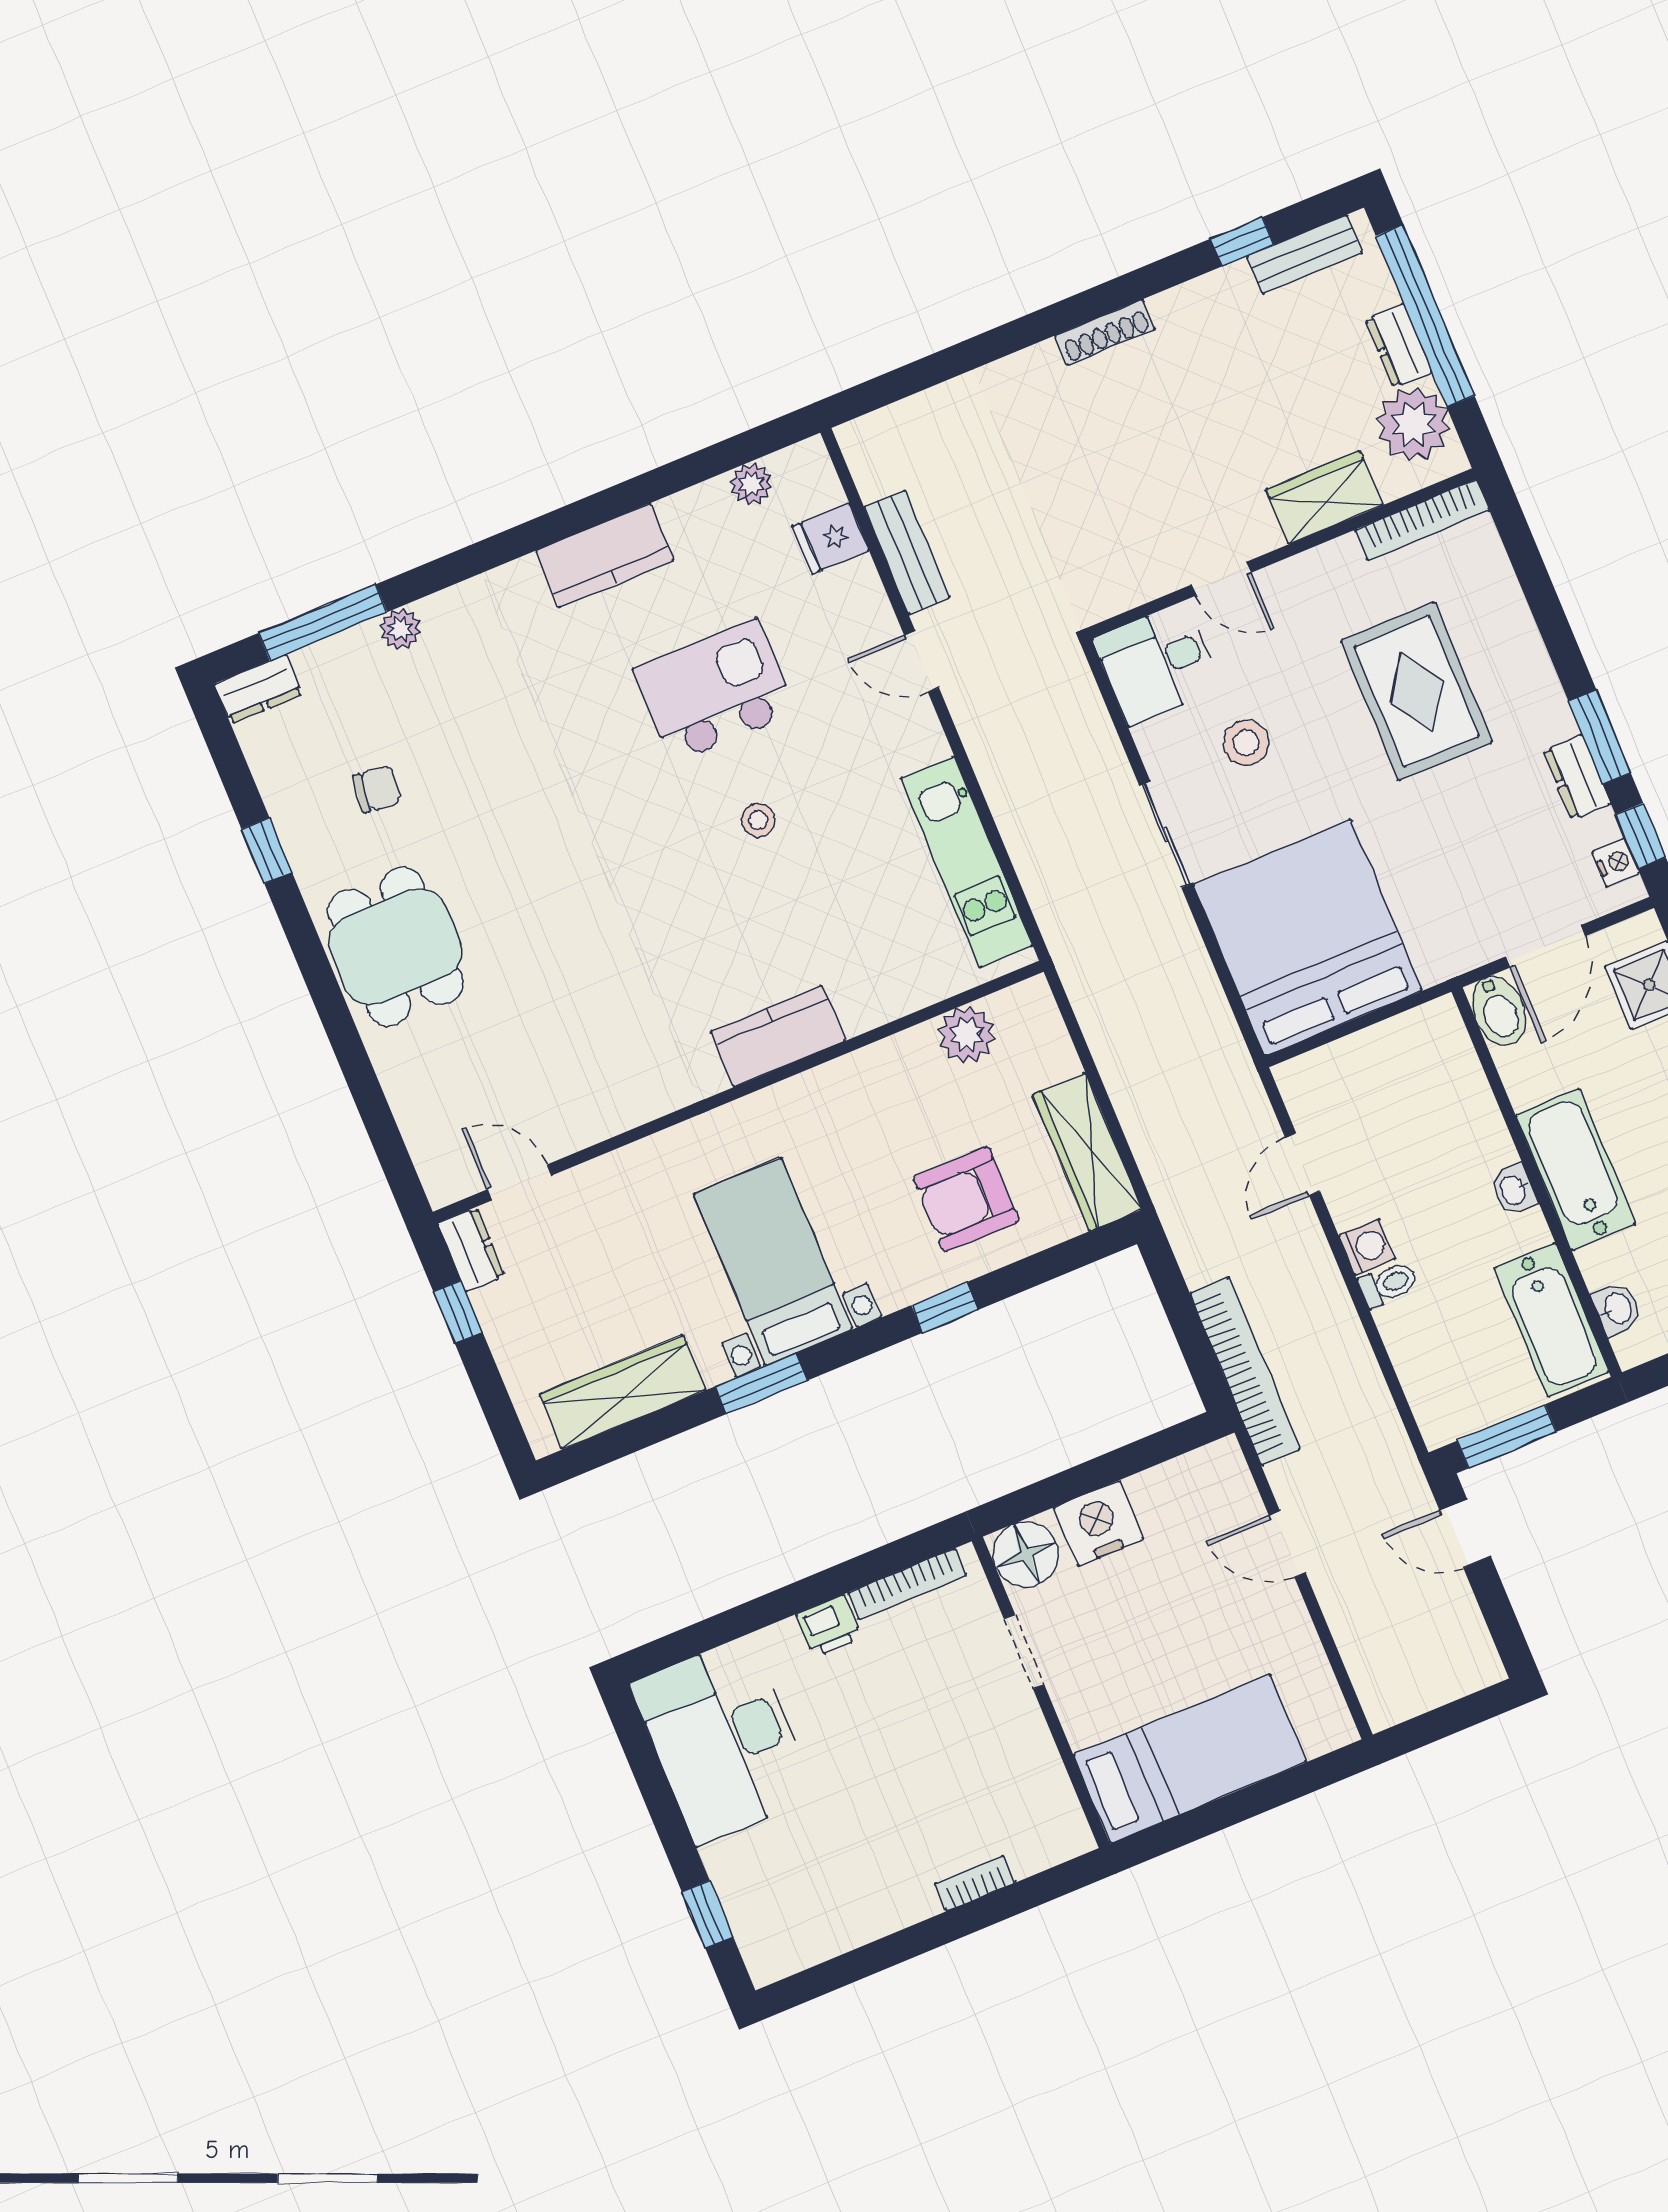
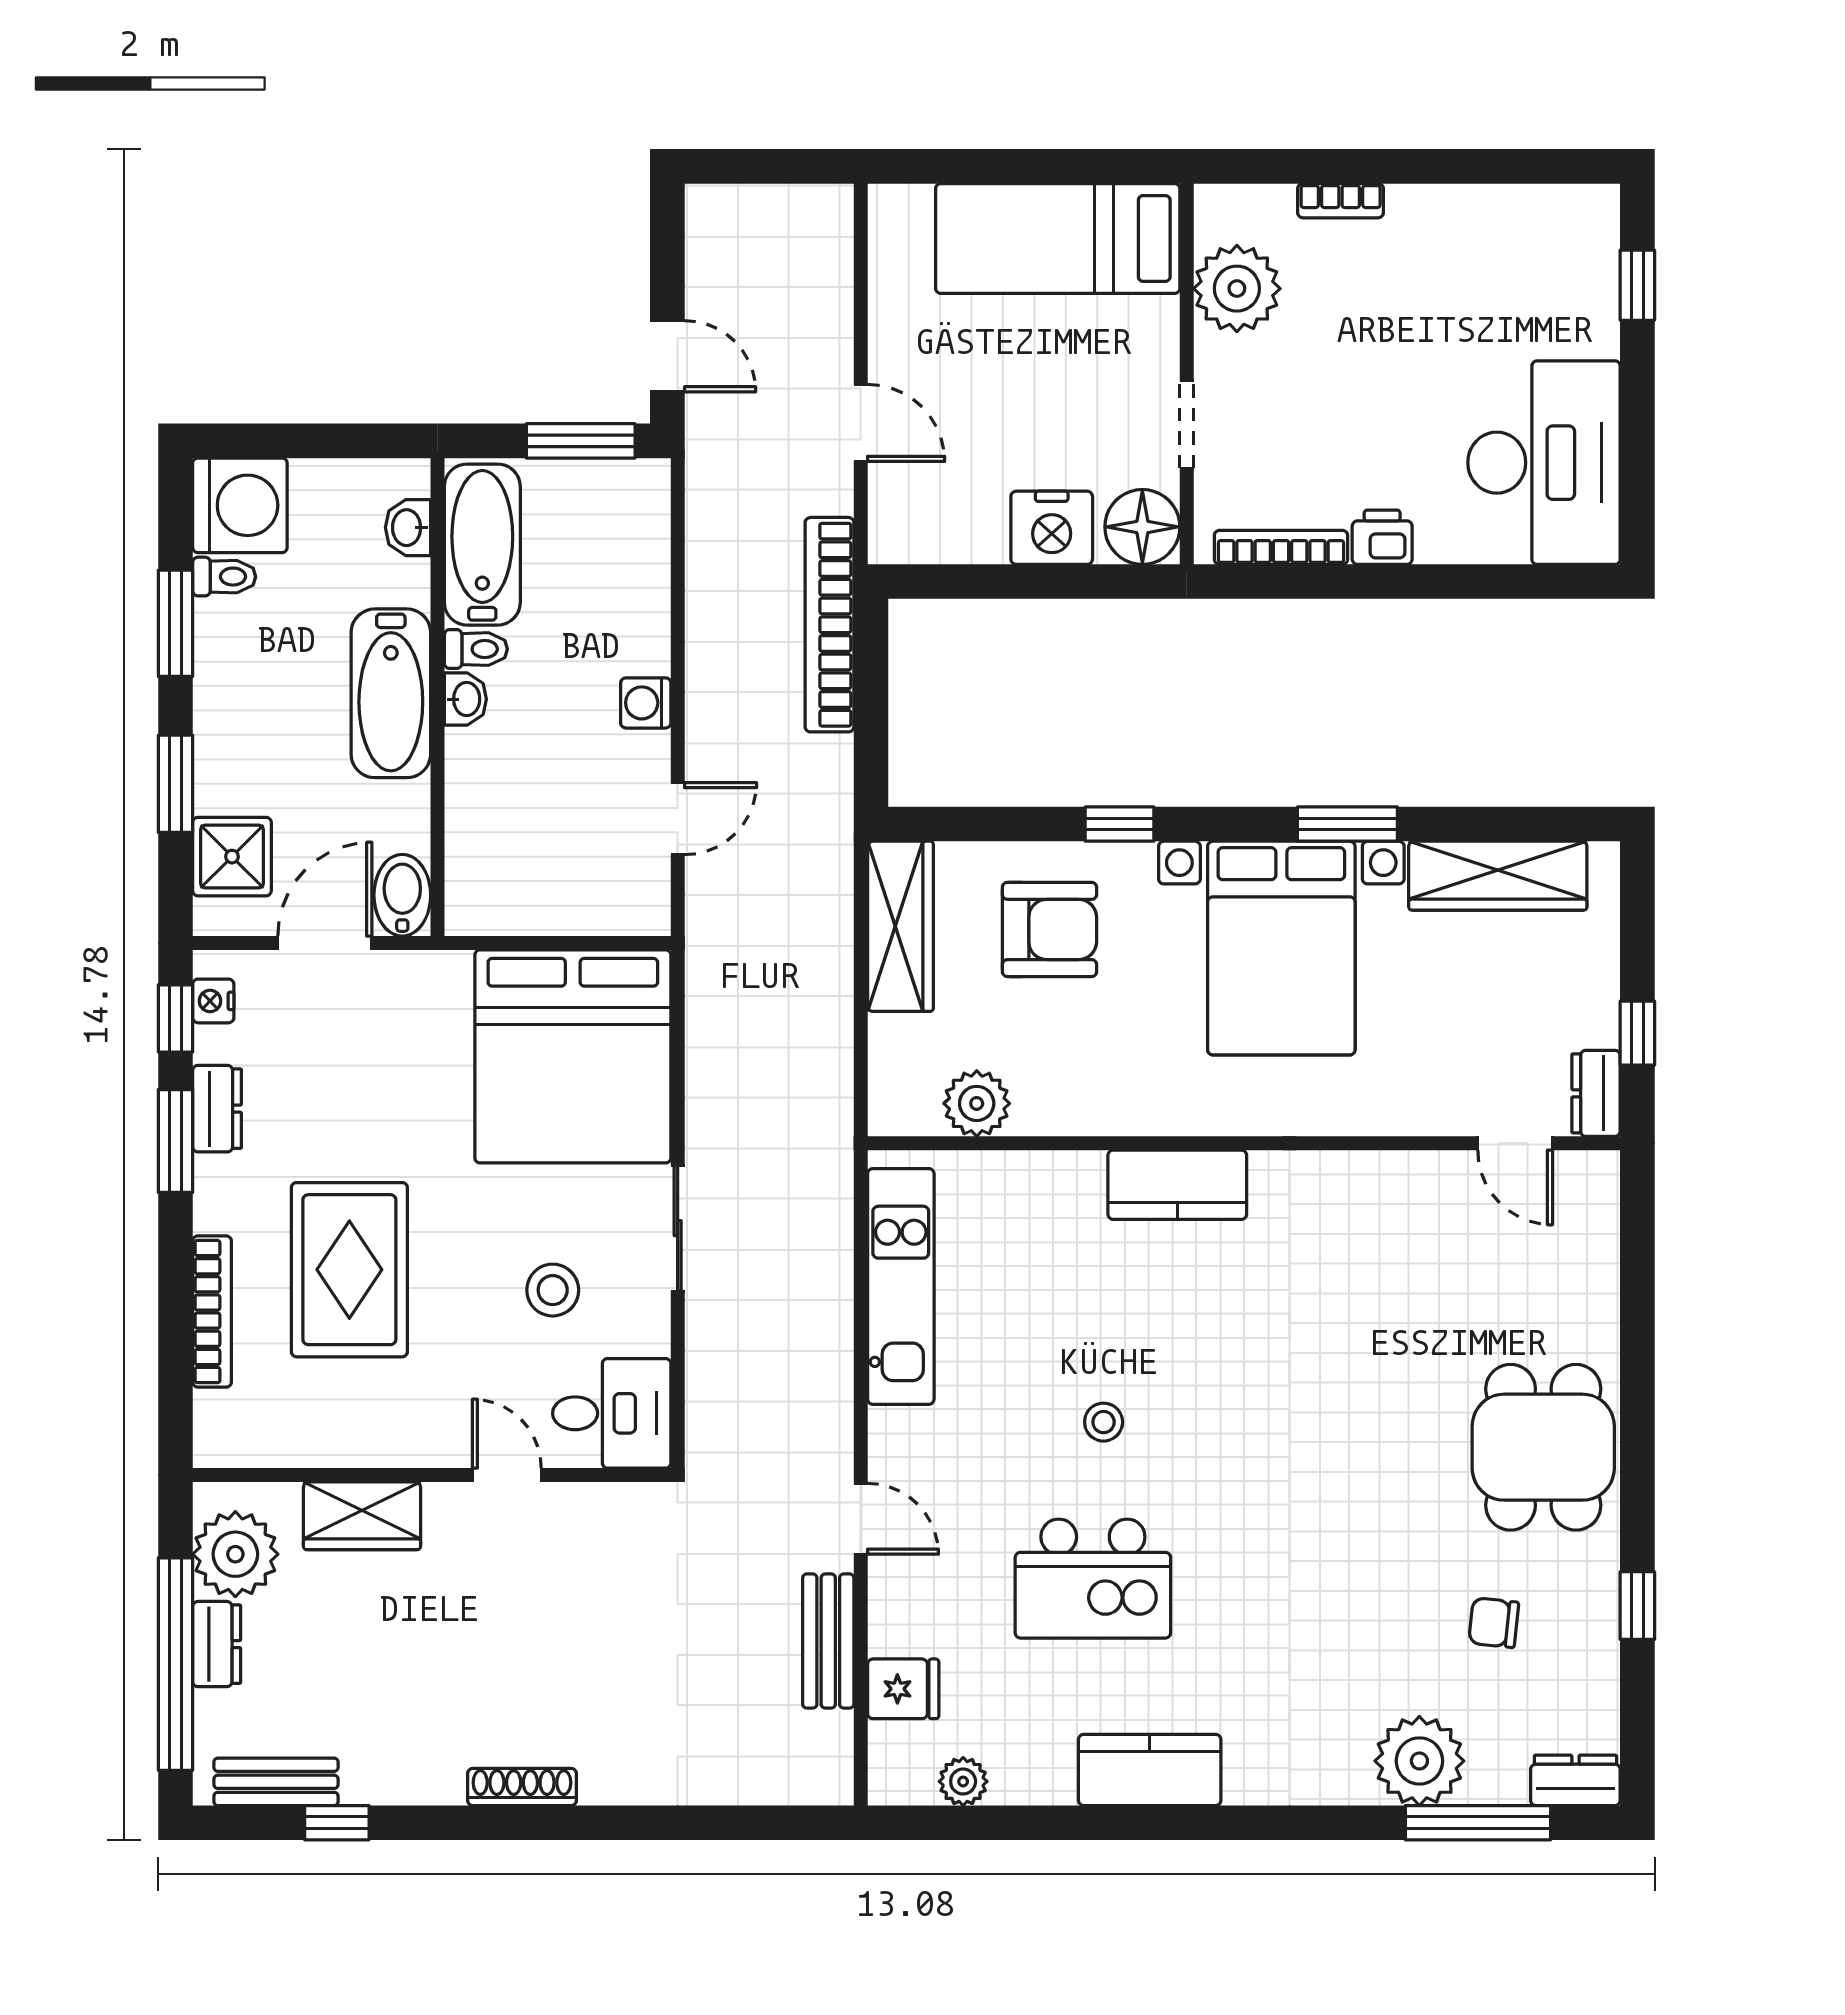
bookcase: (1422, 520) -> (212, 1312), moved, turned 90
plant: (400, 629) -> (1419, 1761), width x1.87, depth x1.87
bed with nightstands: (773, 1262) -> (1281, 948), width x1.36
toilet: (1389, 1284) -> (476, 649), moved, turned 180
plant: (1029, 1778) -> (1237, 289), added

